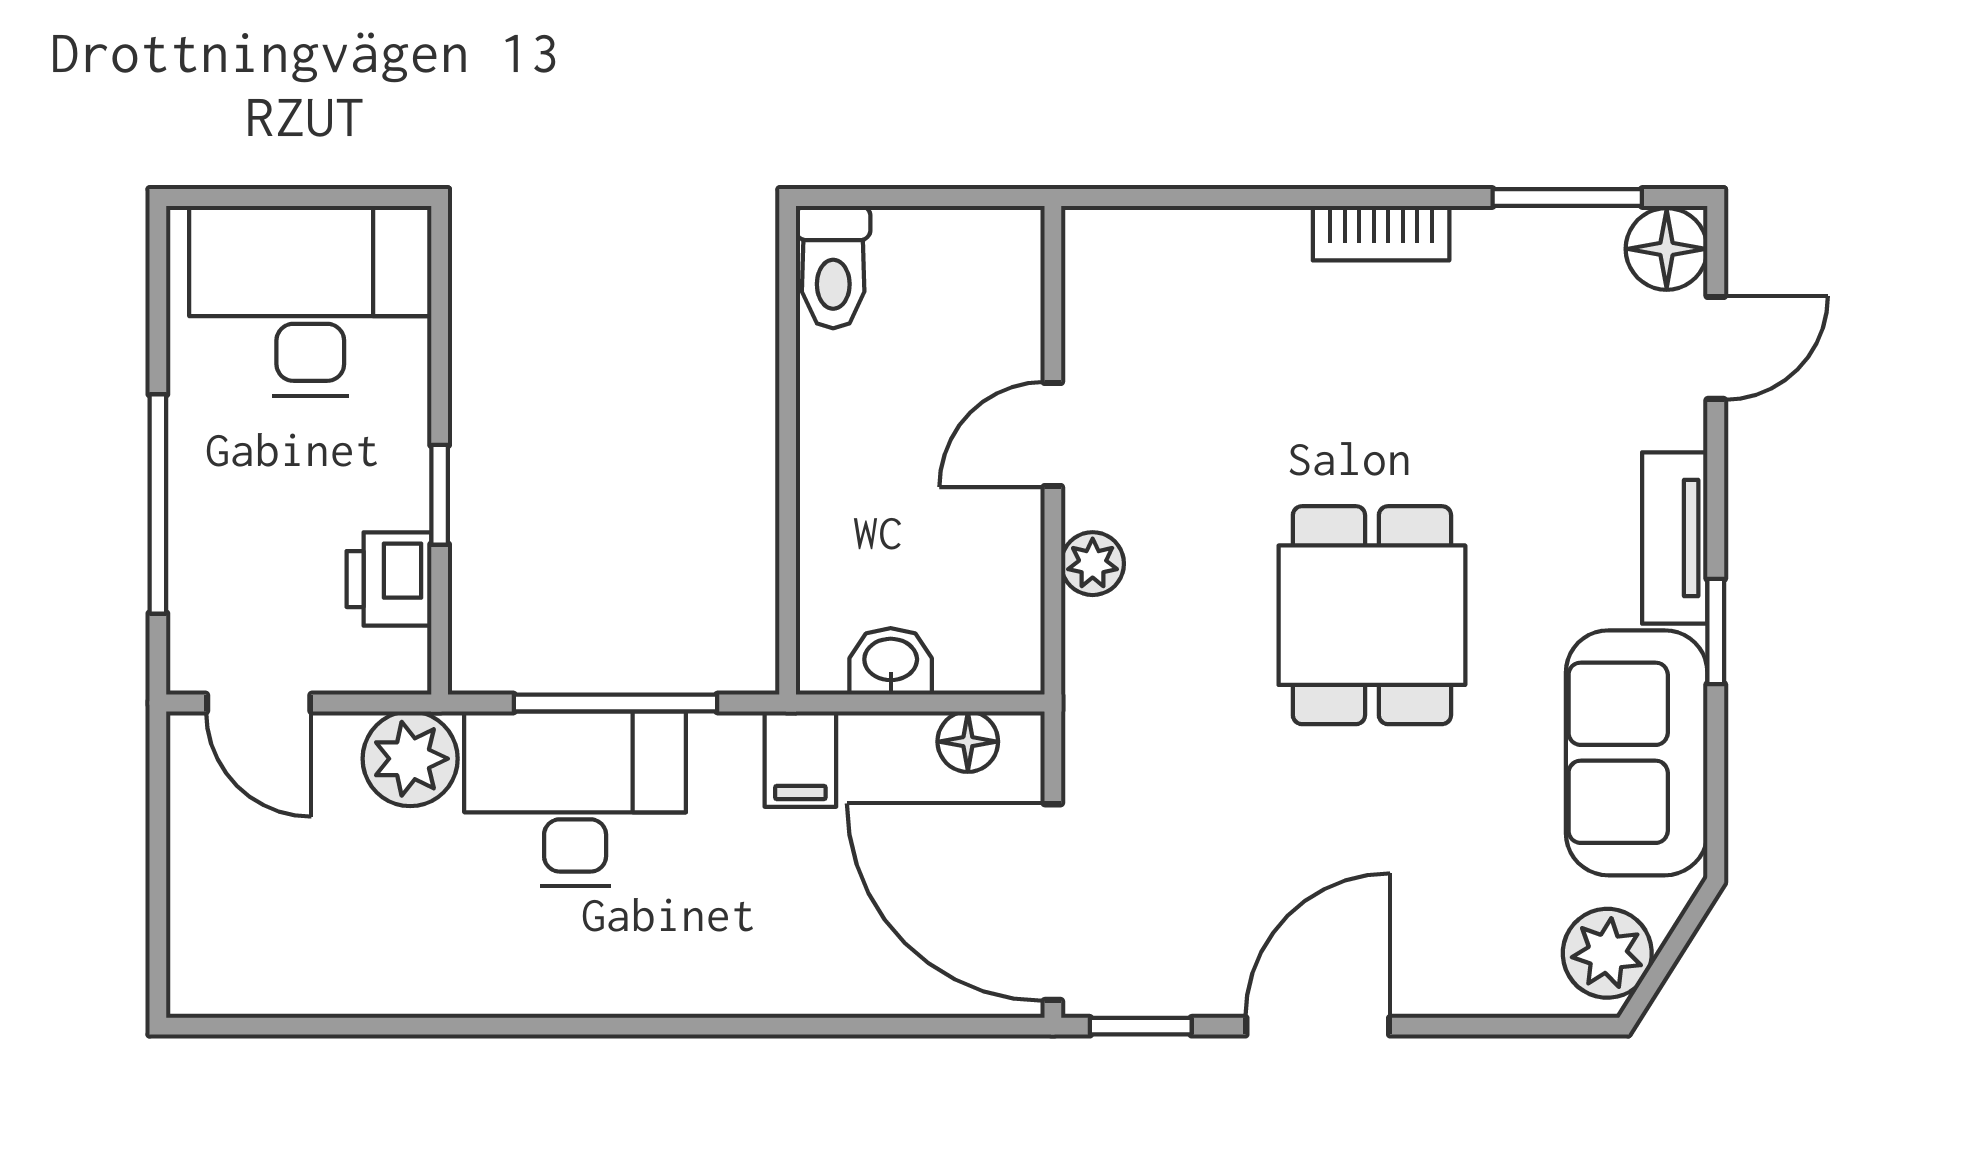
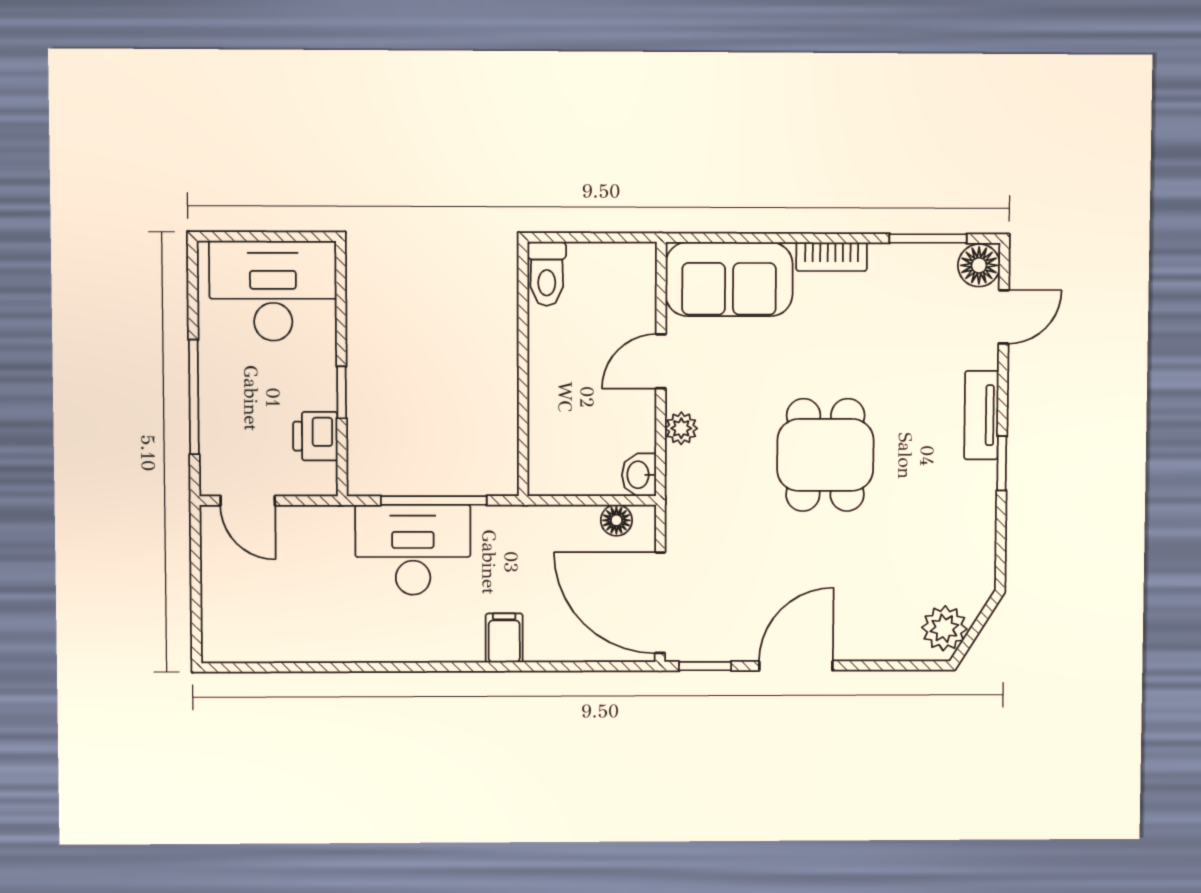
washbasin: (891, 661) -> (639, 475), moved, turned -90
sofa: (1637, 753) -> (729, 279), moved, turned -90
plant: (410, 759) -> (327, 529), removed
filing cabinet: (800, 759) -> (504, 638), moved, turned 180

